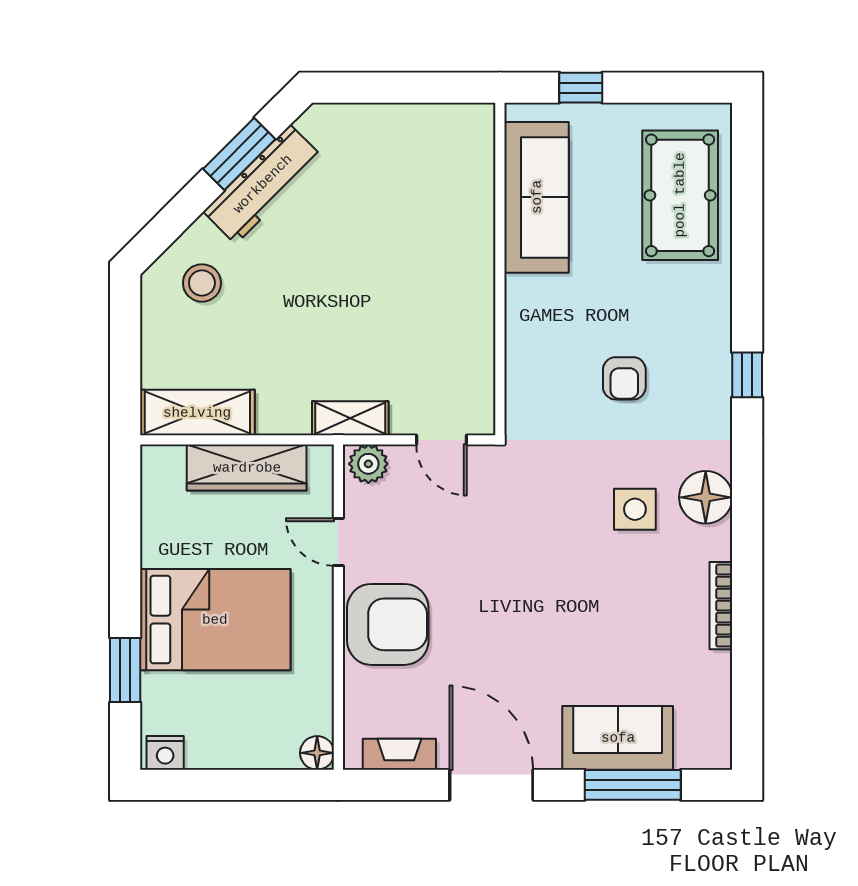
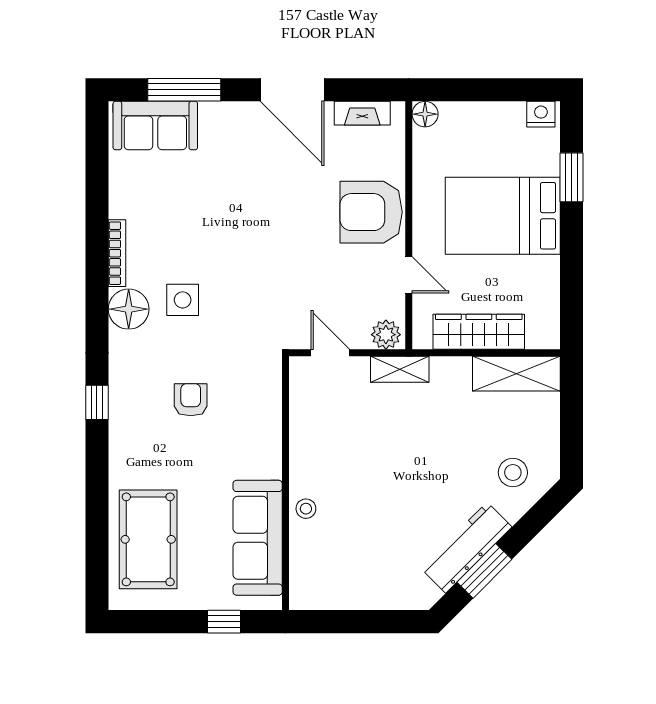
stool: (473, 236) -> (306, 509), added
bookcase: (721, 606) -> (117, 253), moved
sofa: (618, 738) -> (155, 126), moved

